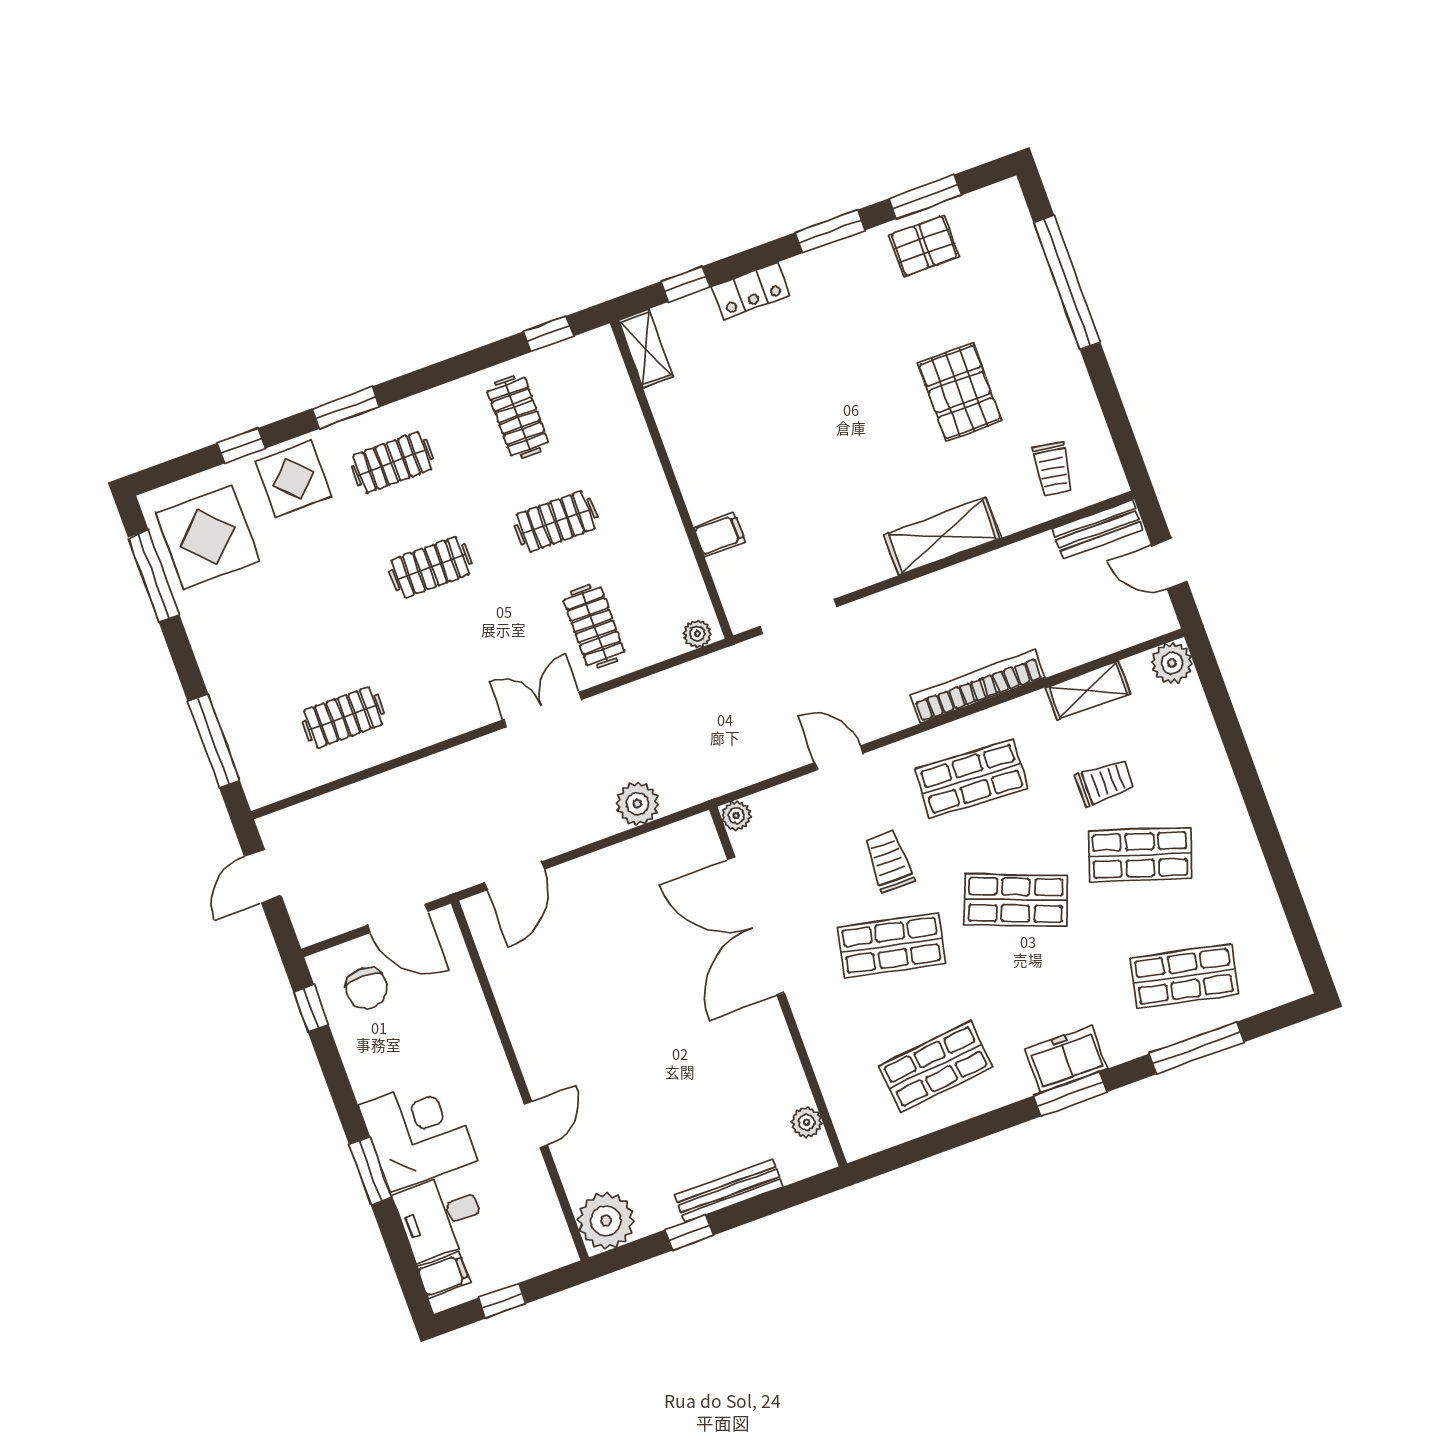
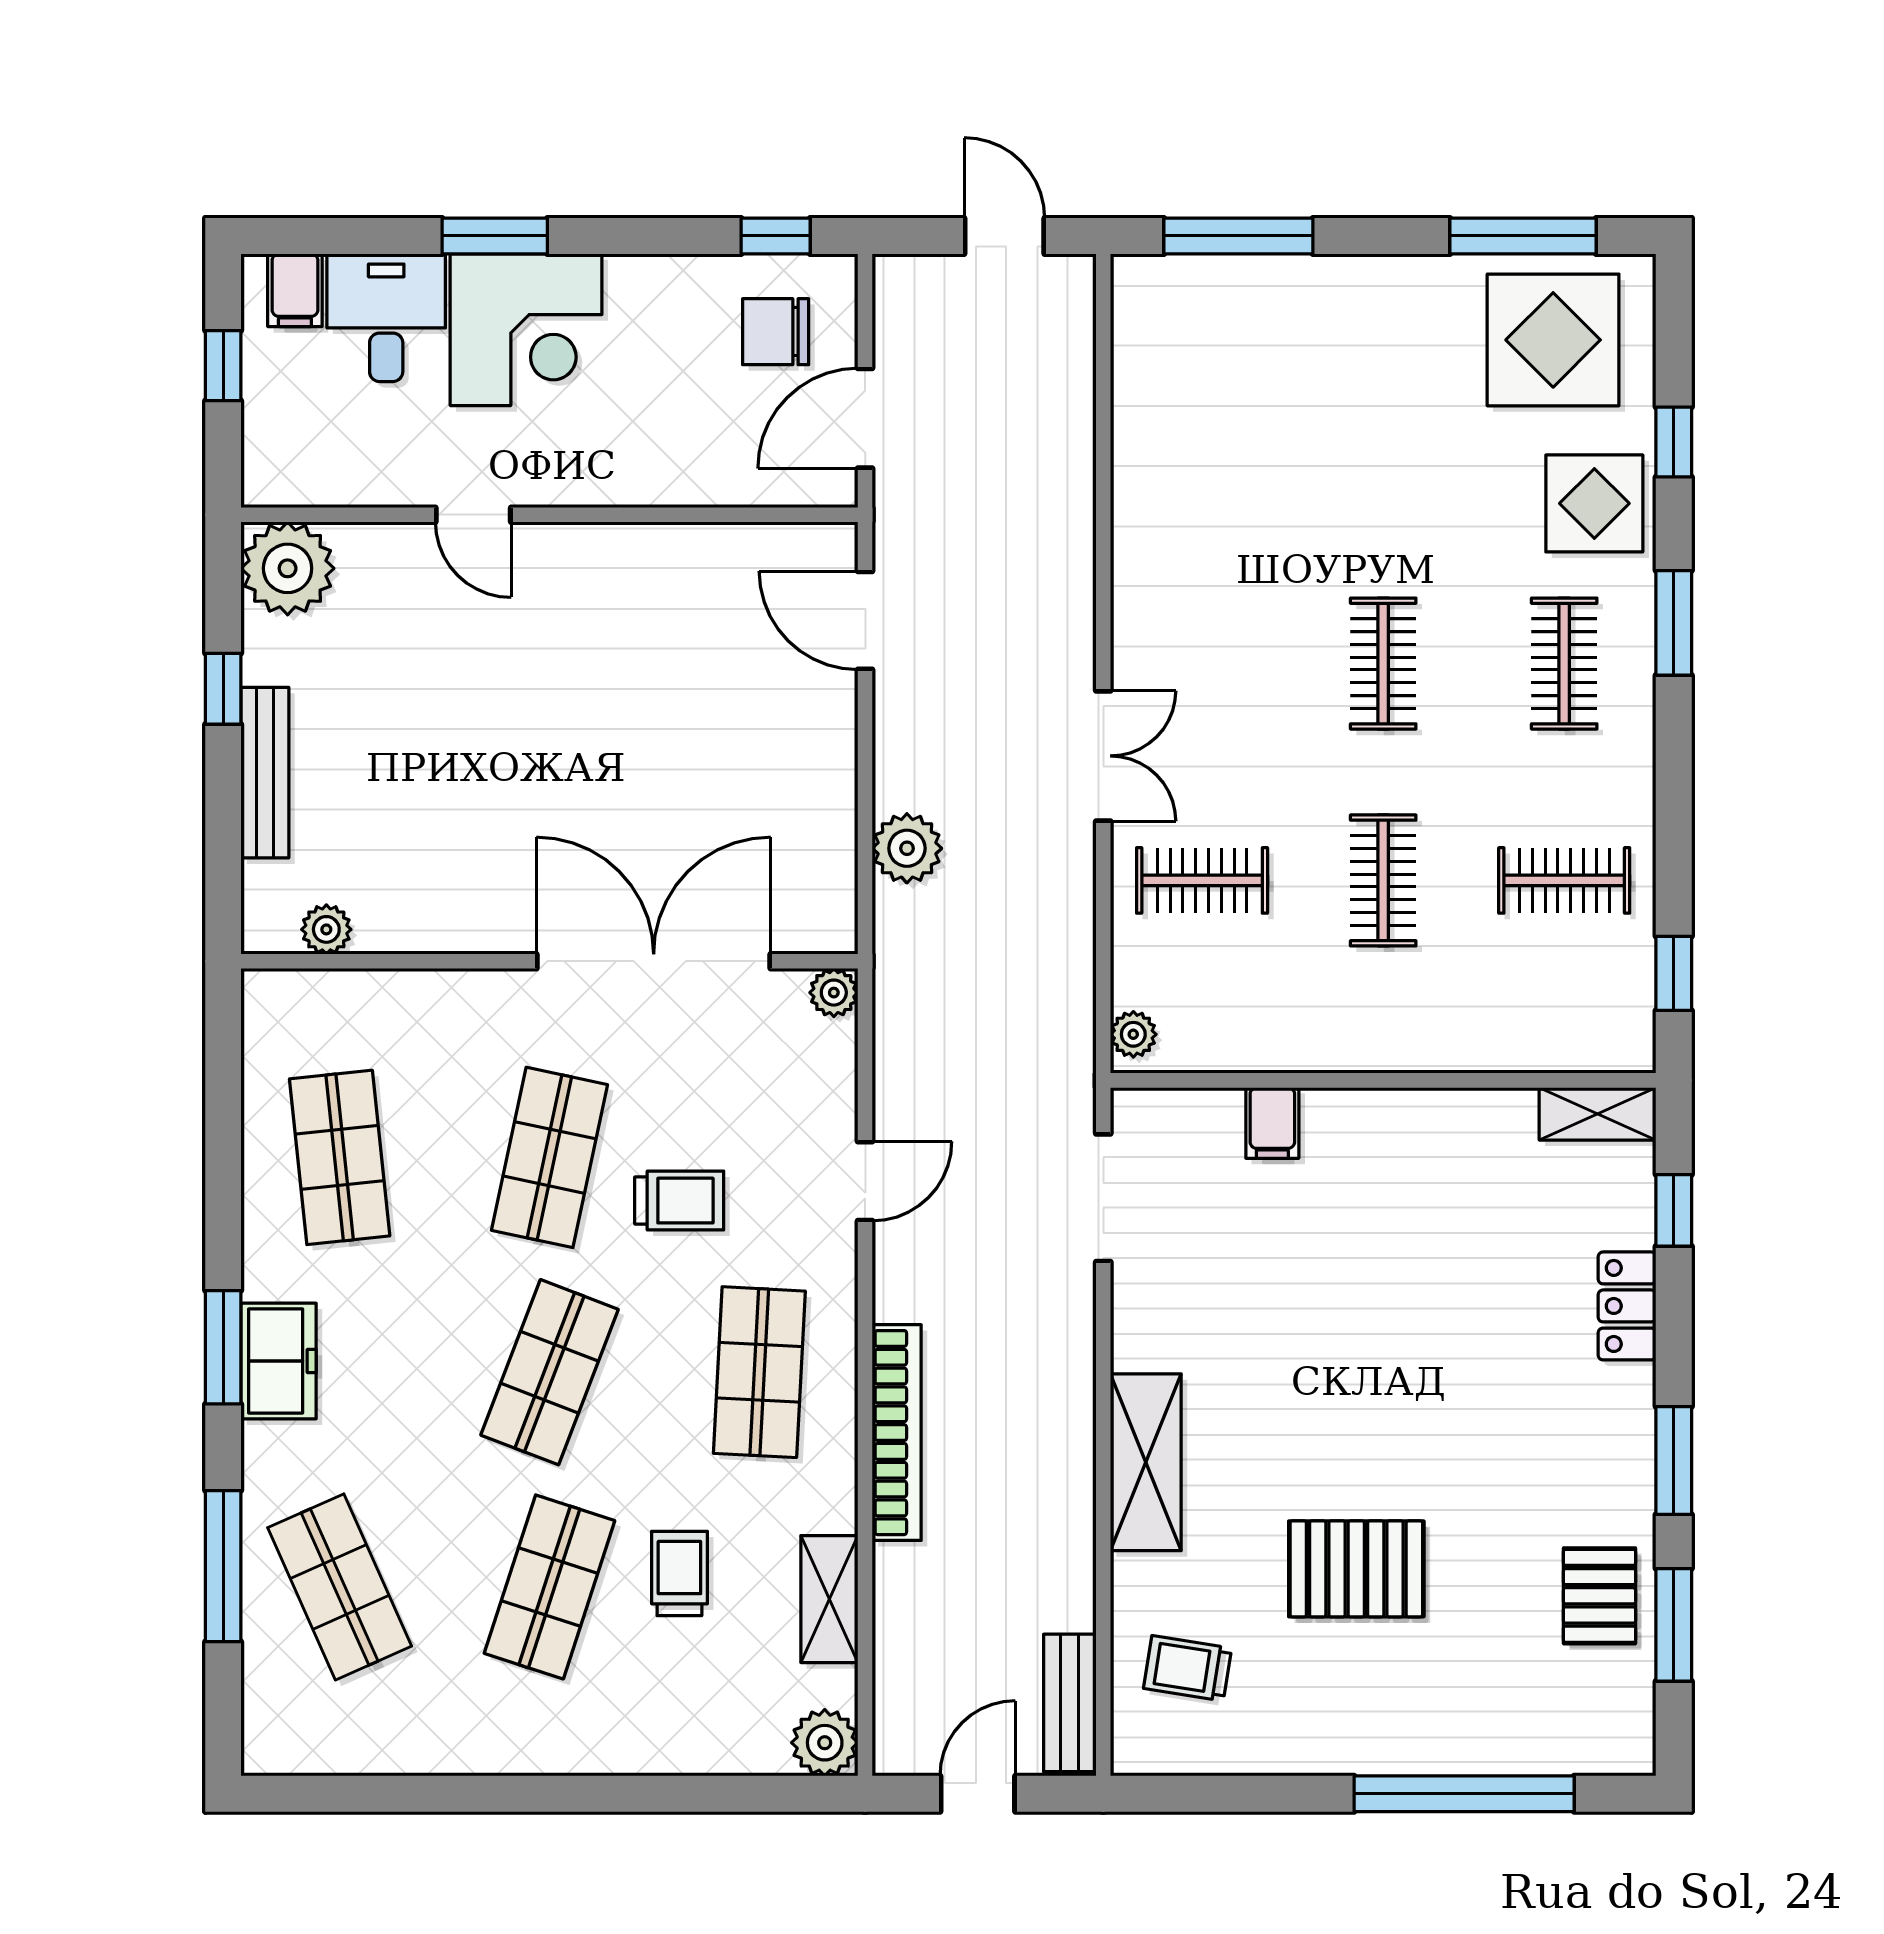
clothes rail: (343, 718) -> (1202, 447), removed
trolley: (1105, 783) -> (679, 1573), turned 180
shop shelf: (1184, 976) -> (340, 1587), turned -36

